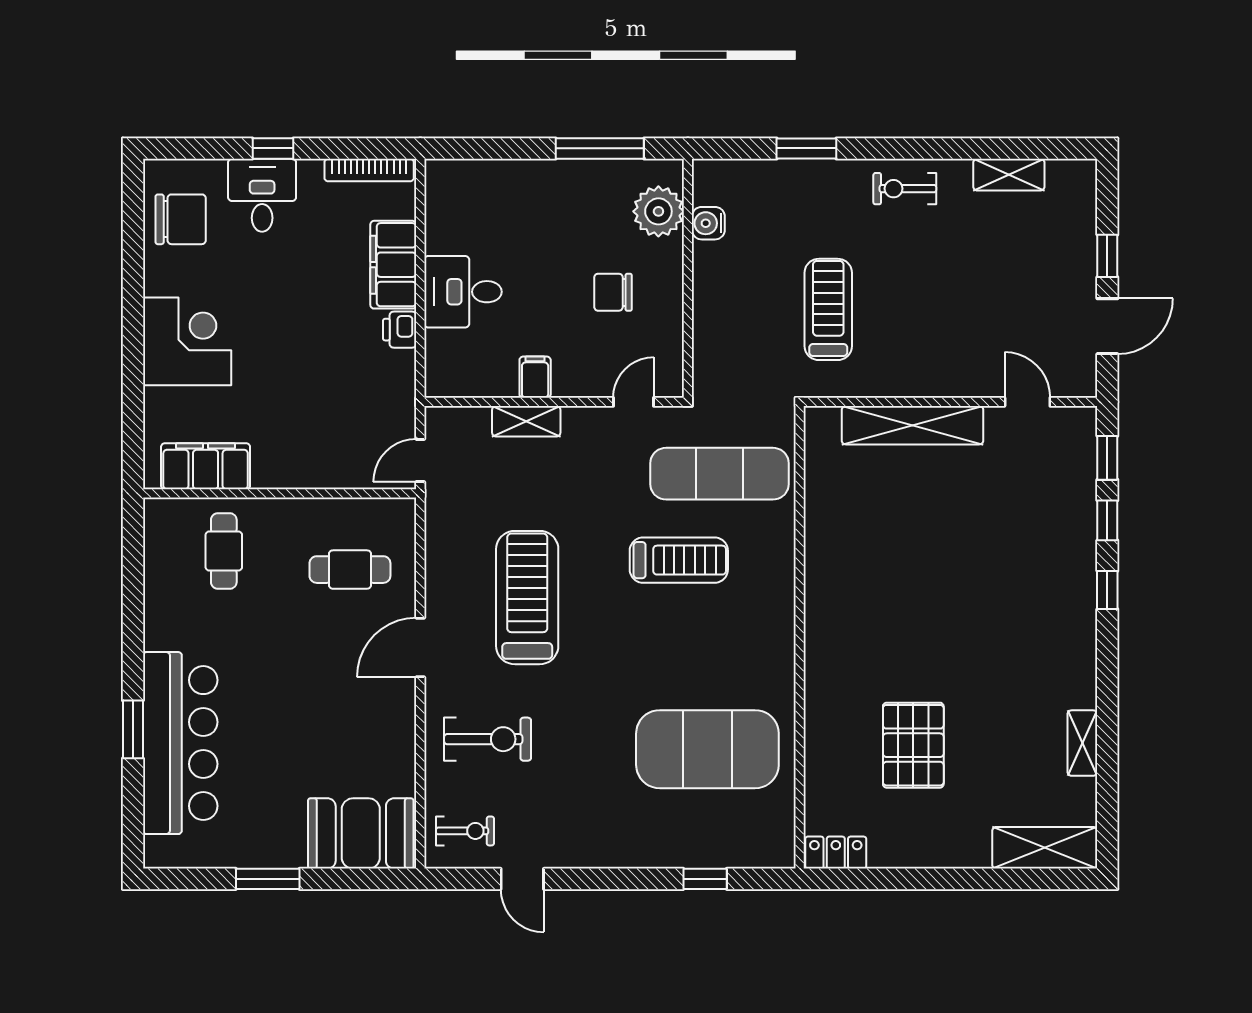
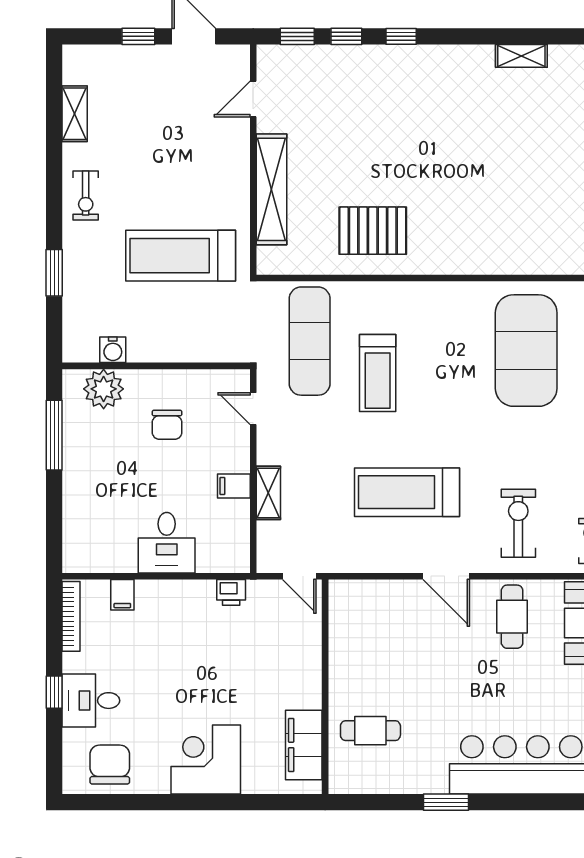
filing cabinet: (393, 265) -> (122, 595), width x0.33, depth x0.86
treadmill: (828, 309) -> (181, 256), width x1.37, depth x1.38
printer: (400, 330) -> (231, 592), moved
treadmill: (679, 560) -> (378, 373), turned 180
cafe table: (350, 570) -> (512, 617), moved
window: (133, 729) -> (446, 802), moved
pallet: (913, 745) -> (373, 231), moved

